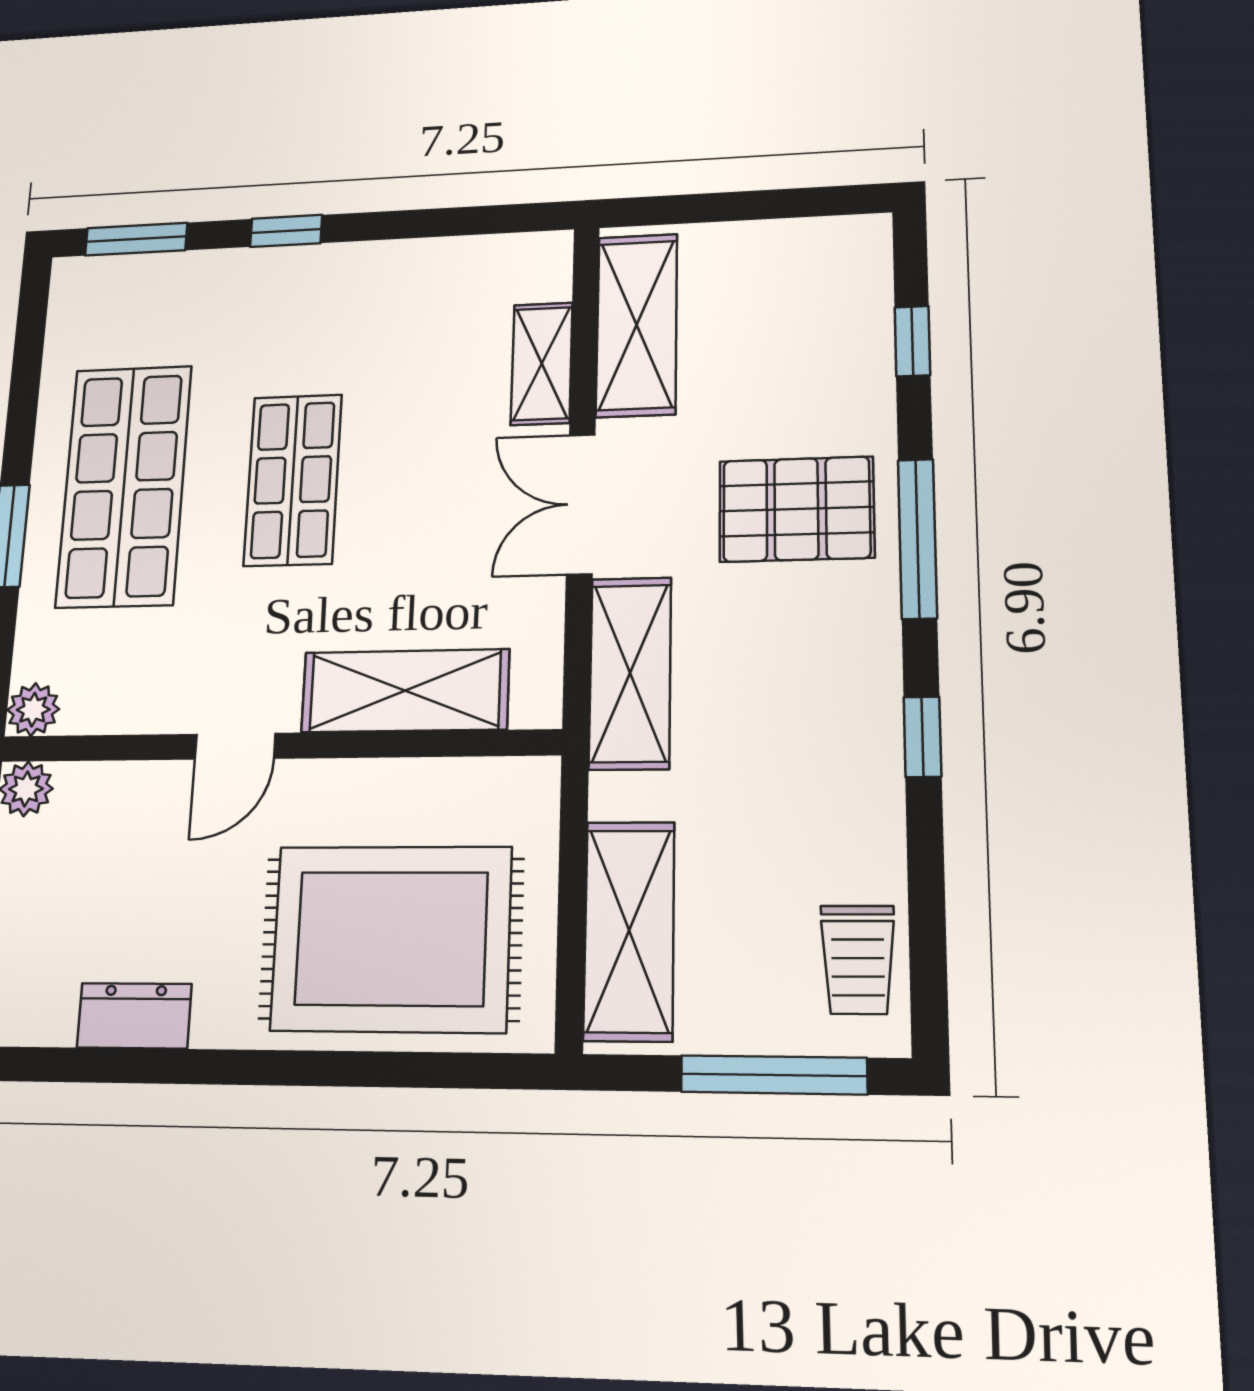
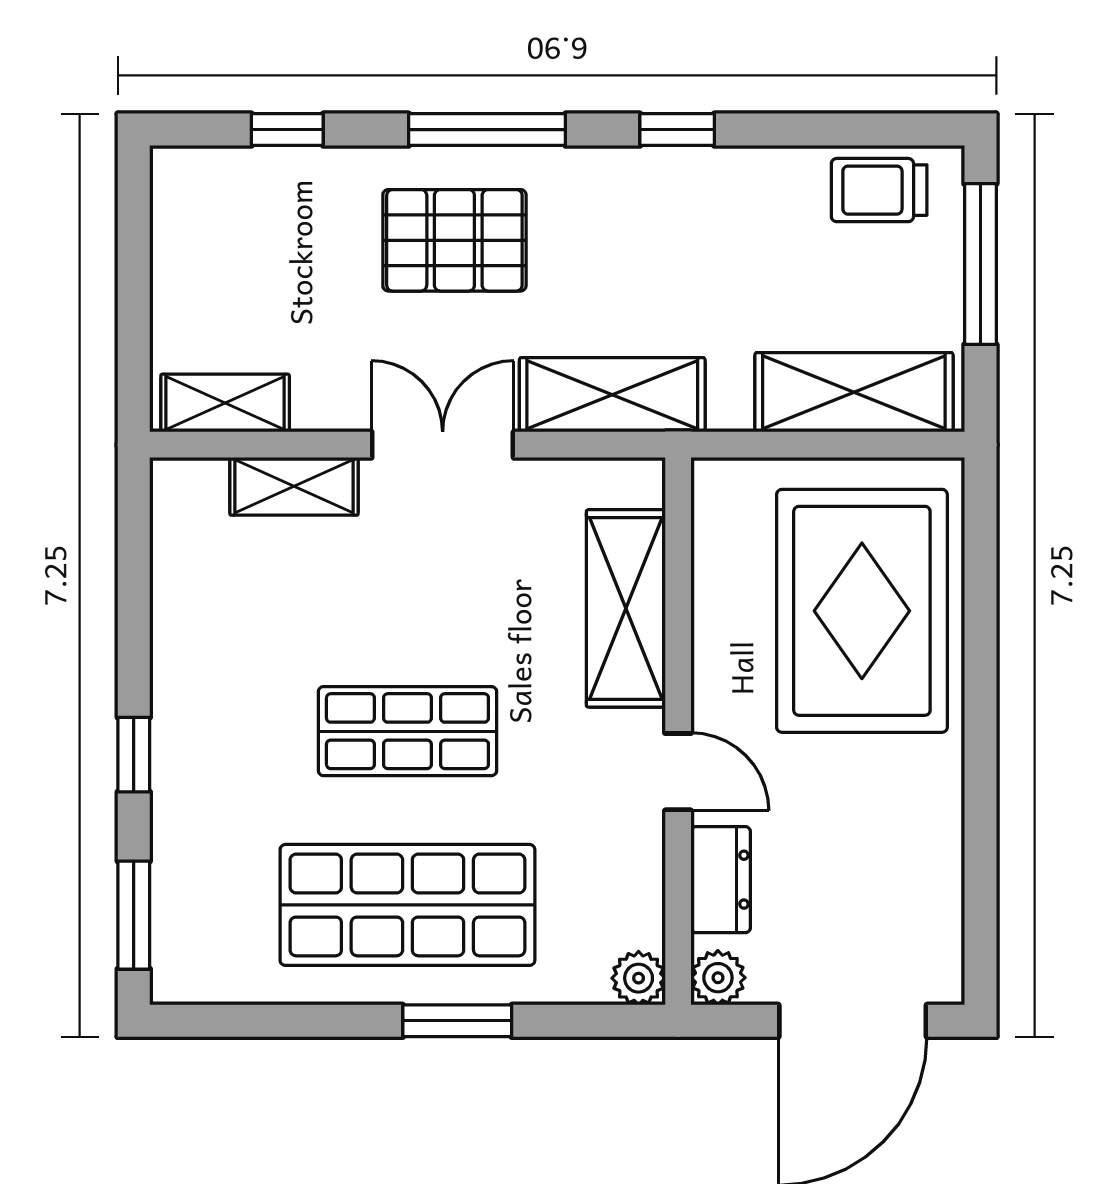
shelving: (637, 325) -> (225, 403), width x0.67, depth x0.75
double door: (581, 504) -> (443, 445), swing flipped
pallet: (796, 509) -> (454, 240), turned 90
trolley: (858, 960) -> (879, 190), turned 180
dresser: (134, 1016) -> (721, 880), moved, turned 180

